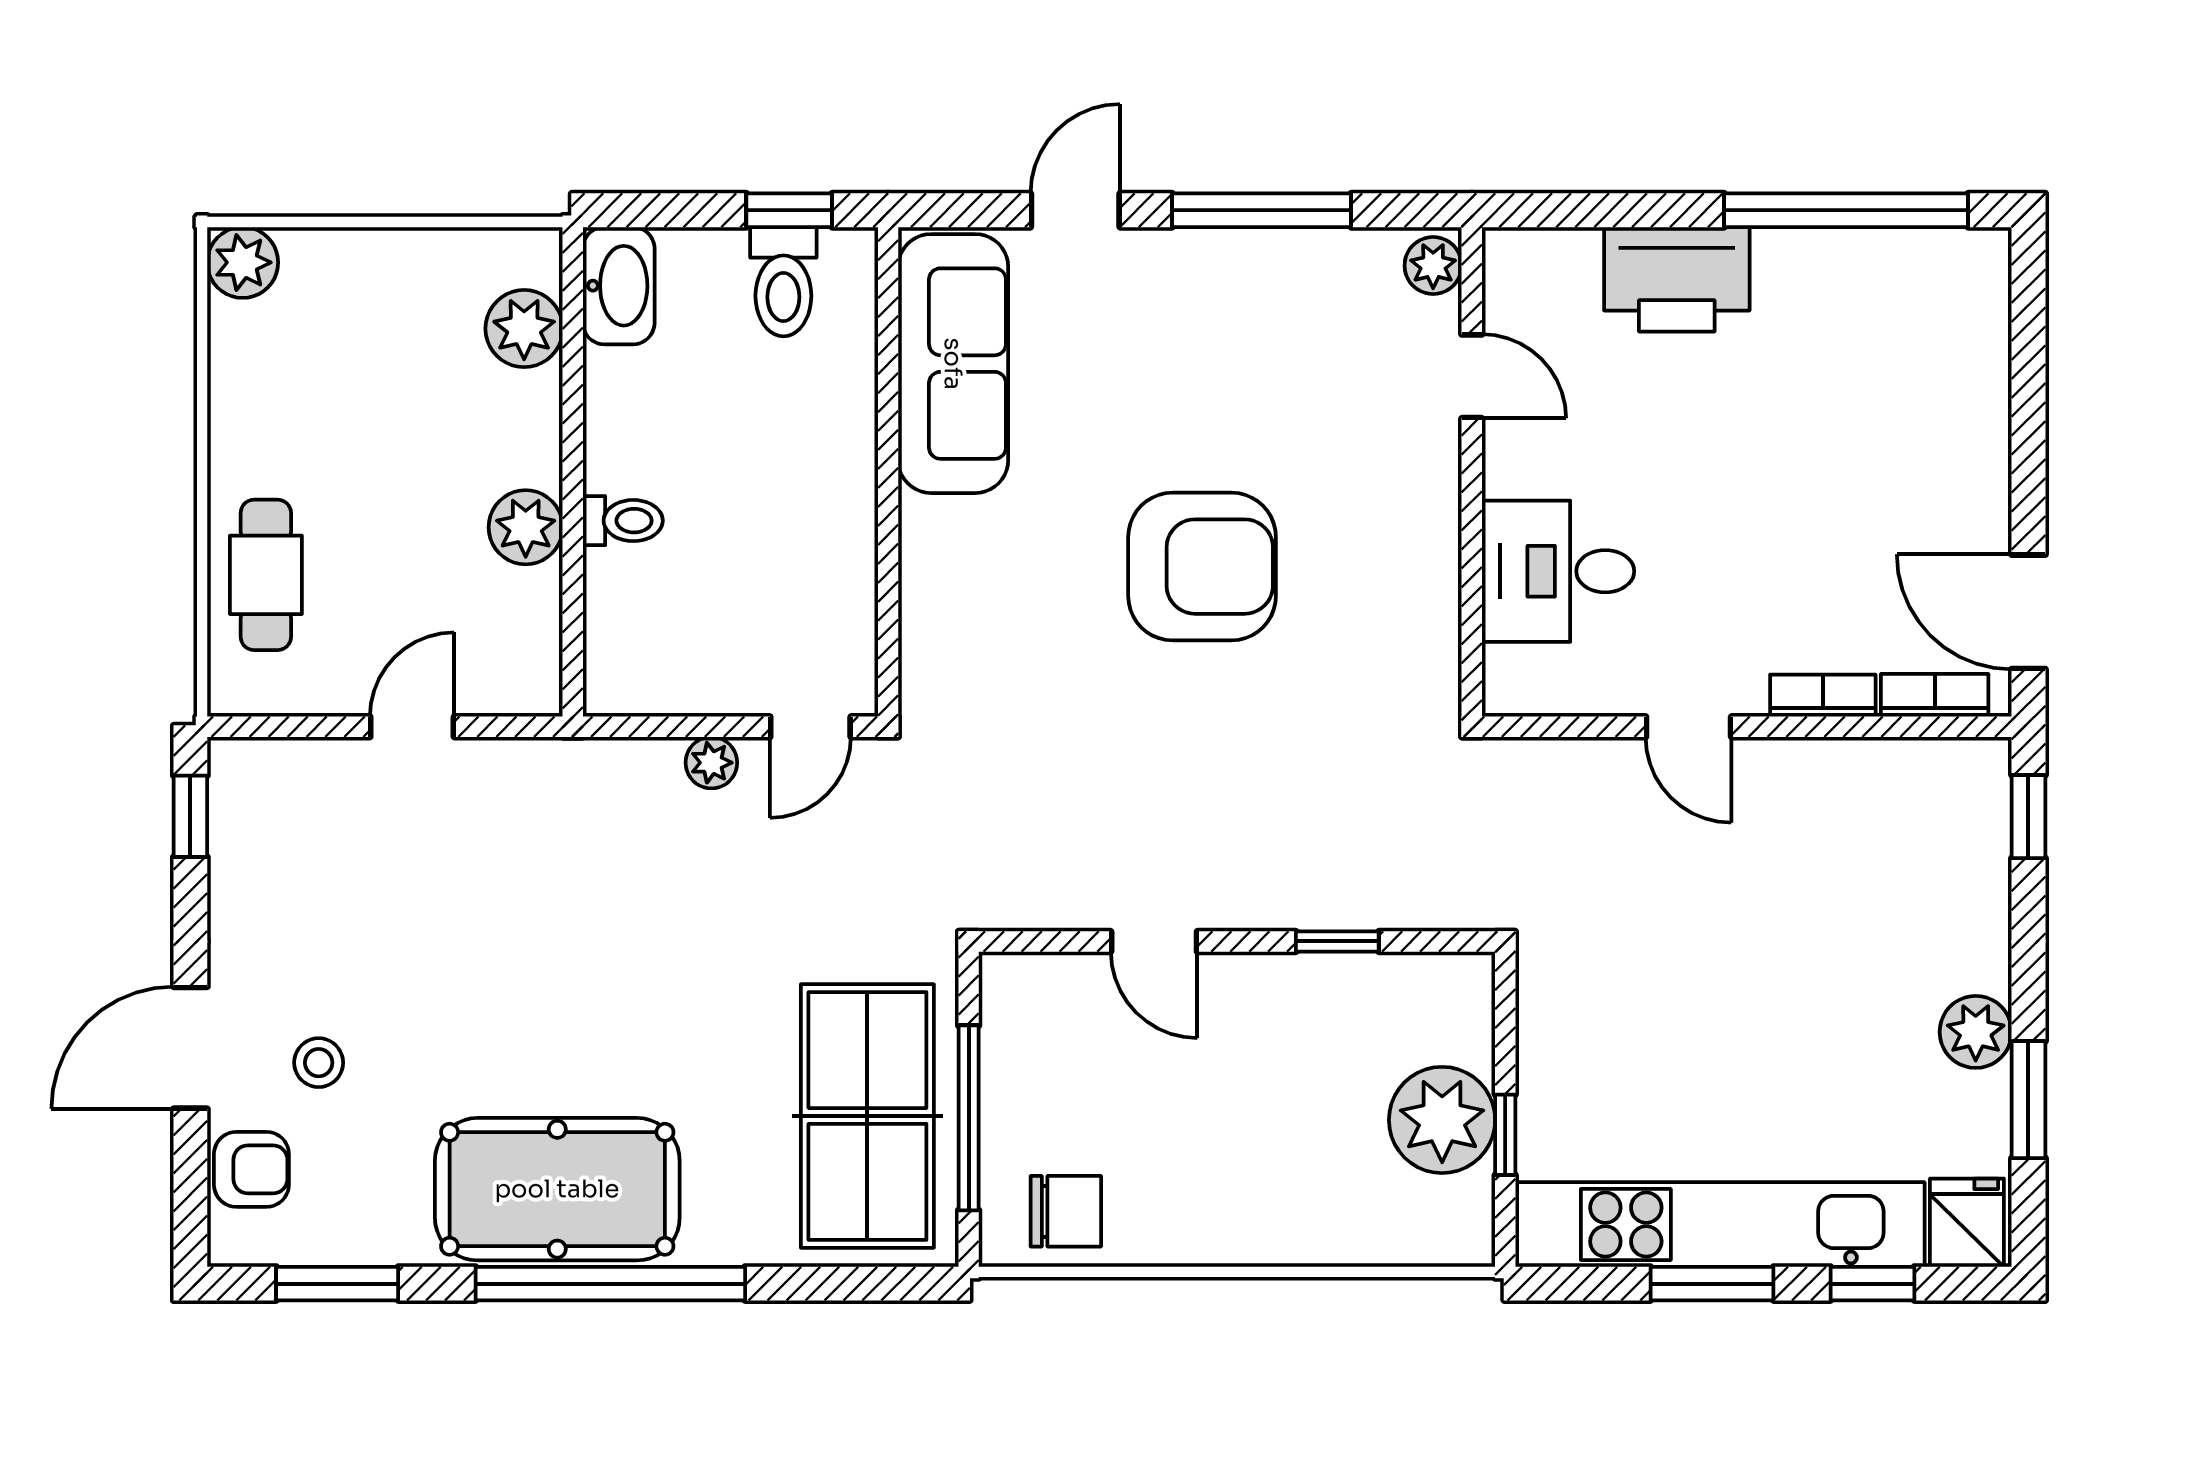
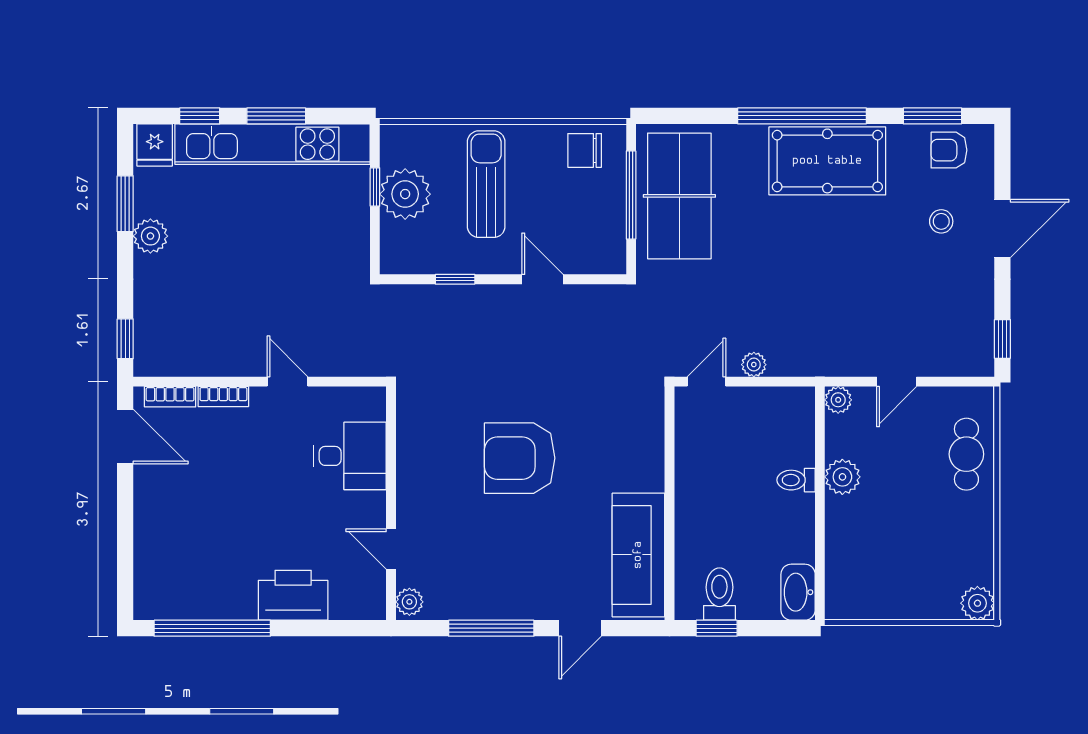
plant: (524, 329) -> (838, 400), moved, width x0.73, depth x0.73
sun lounger: (1272, 1141) -> (486, 184), added
armchair: (251, 1169) -> (949, 150), moved

